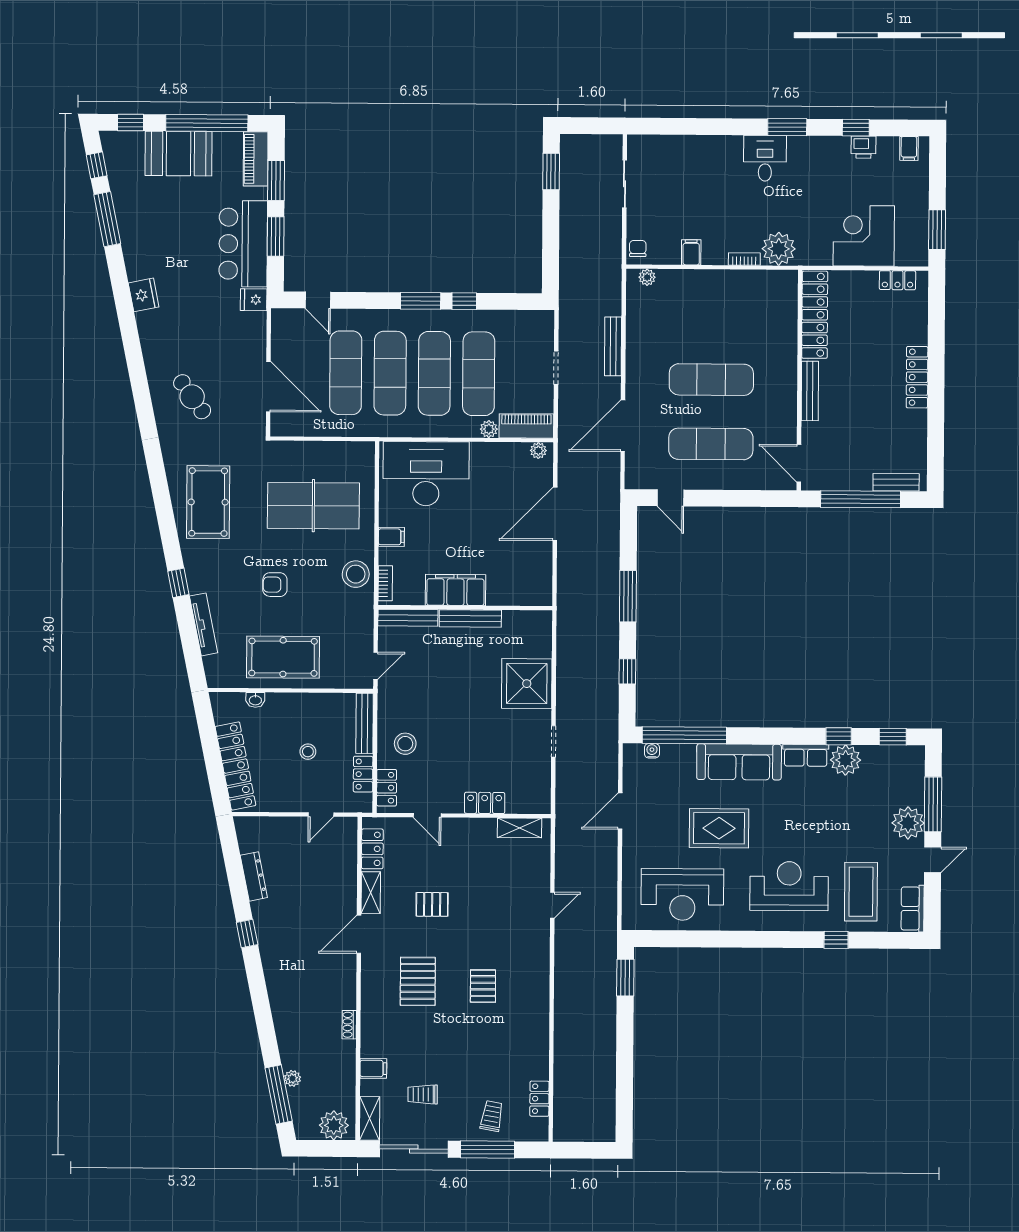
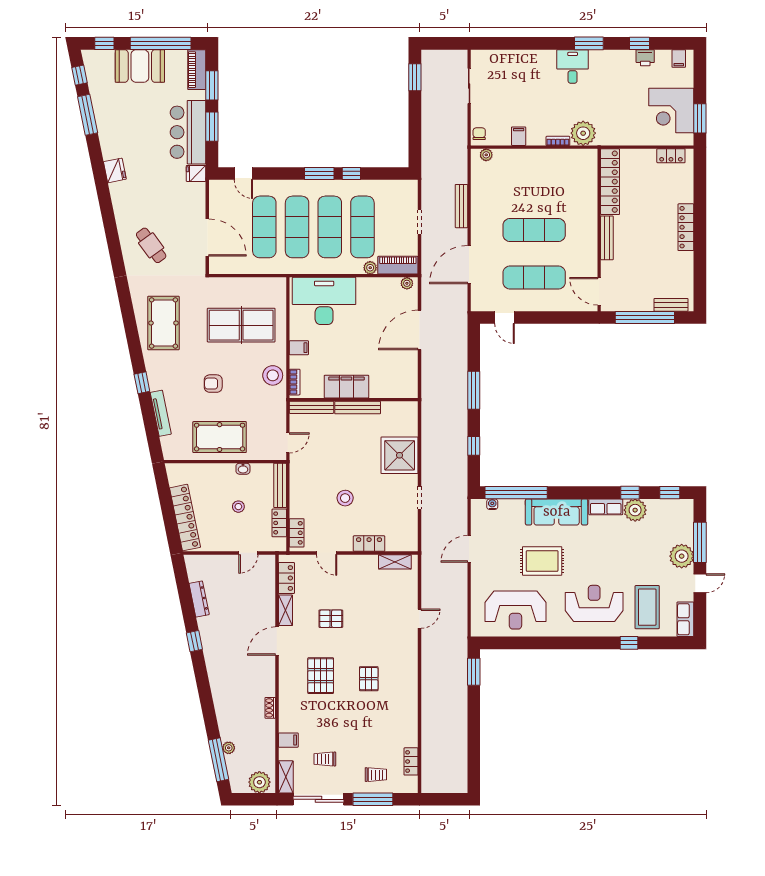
corner desk: (864, 236) -> (671, 110), moved, turned -90
washbasin: (255, 700) -> (243, 469), moved
stool: (405, 744) -> (345, 498), moved
trolley: (492, 1116) -> (376, 775), turned 80

